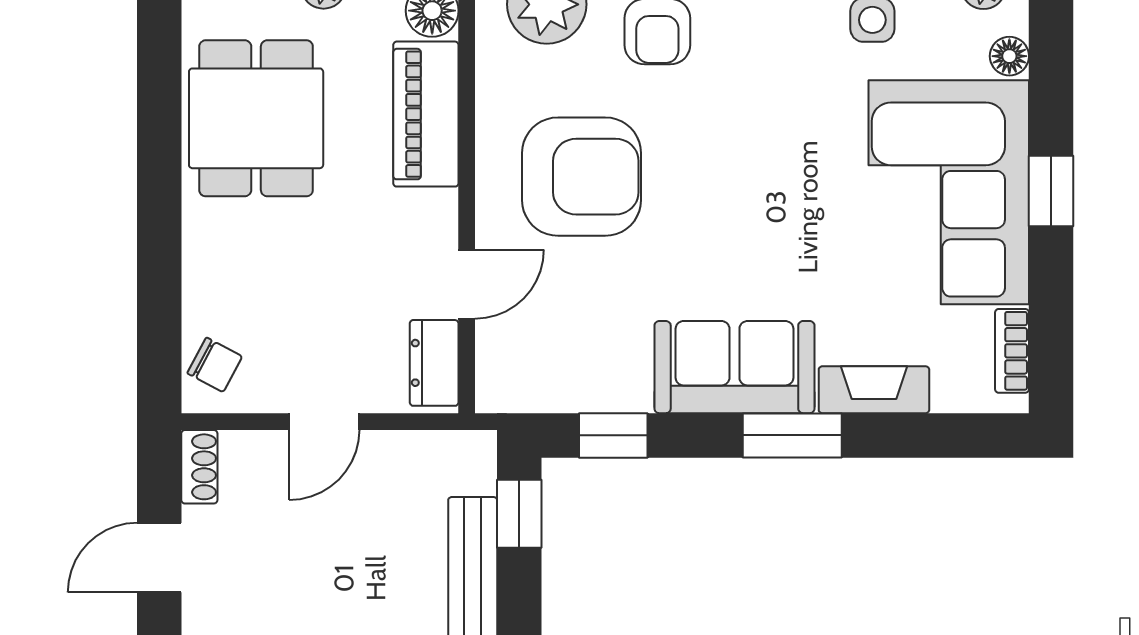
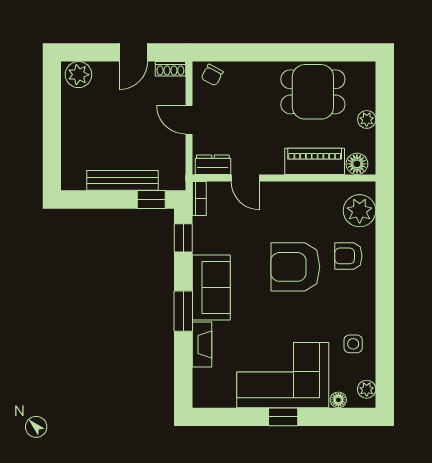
armchair: (582, 177) -> (295, 267), moved, turned 90
bookcase: (1012, 351) -> (199, 199), moved, turned 90
door: (159, 558) -> (133, 52), swing flipped

